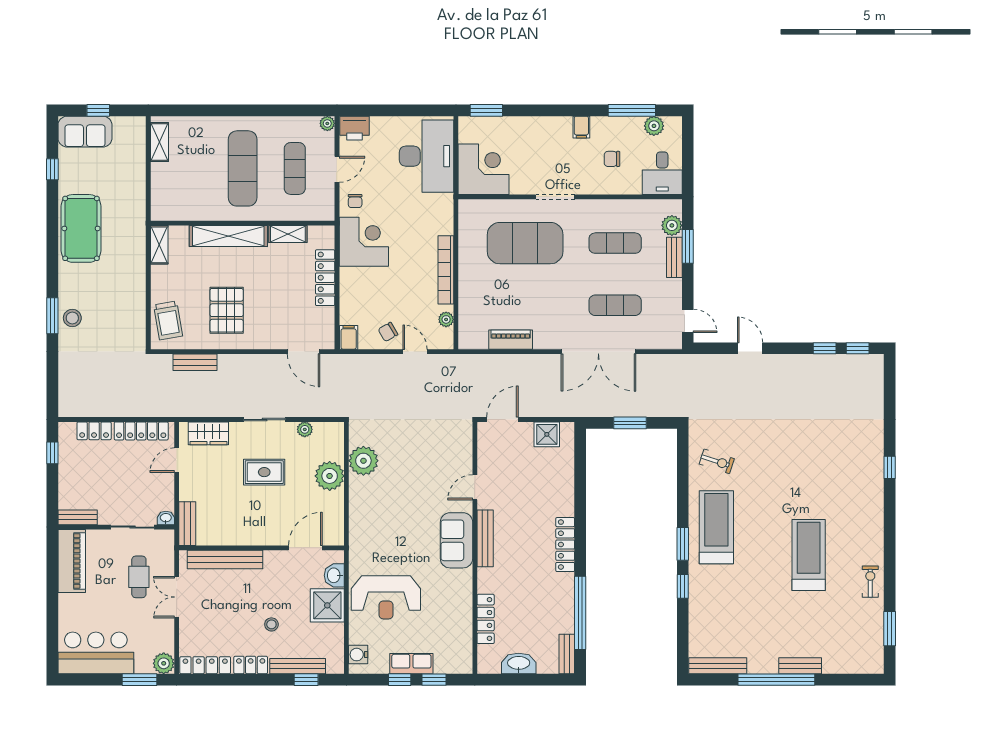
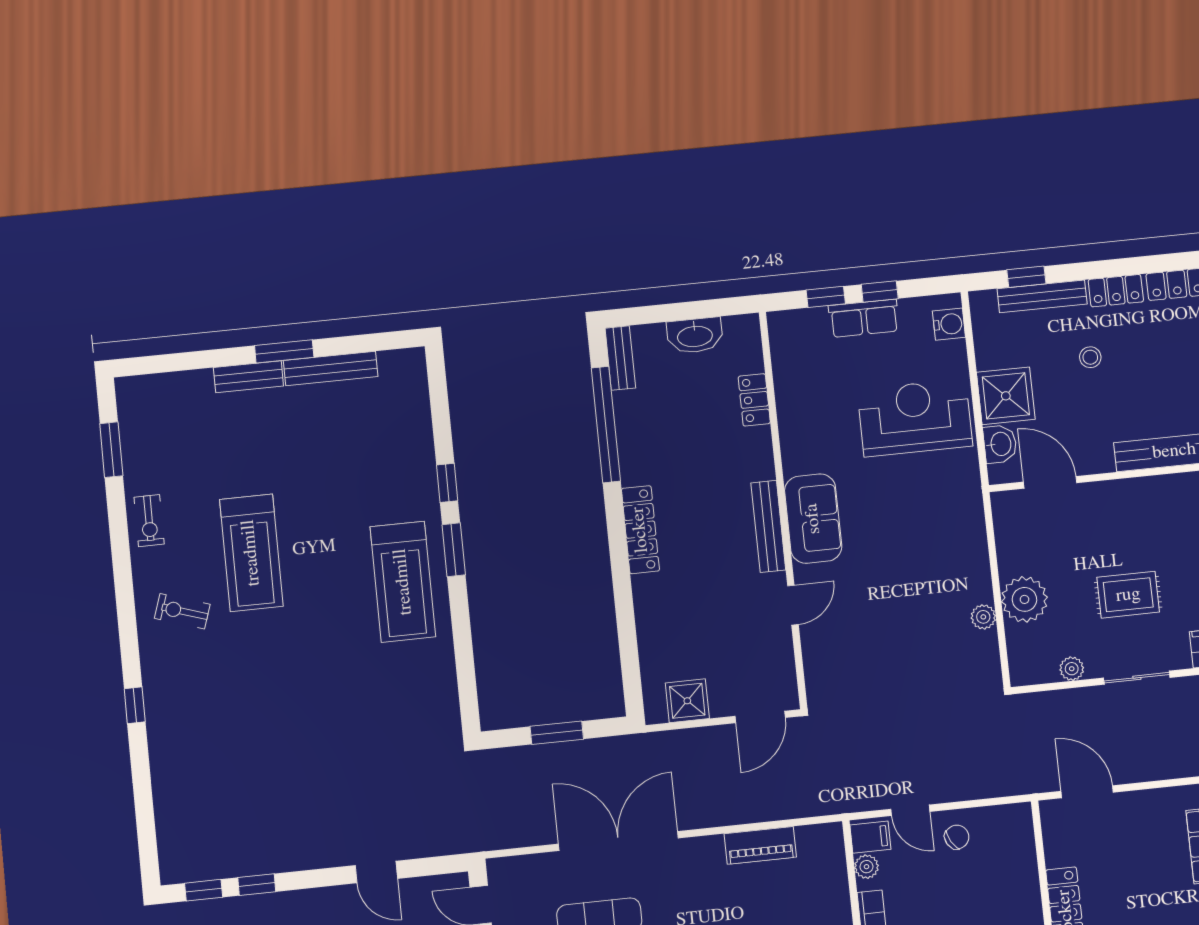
filing cabinet: (349, 337) -> (870, 837), moved, turned -90
plant: (363, 461) -> (983, 617), width x0.53, depth x0.53
exercise bike: (717, 461) -> (182, 611), moved
door: (305, 548) -> (1050, 482), swing flipped
locker: (486, 619) -> (754, 400), width x0.66
bench: (718, 666) -> (331, 368), moved
window: (776, 680) -> (284, 351), width x0.47

